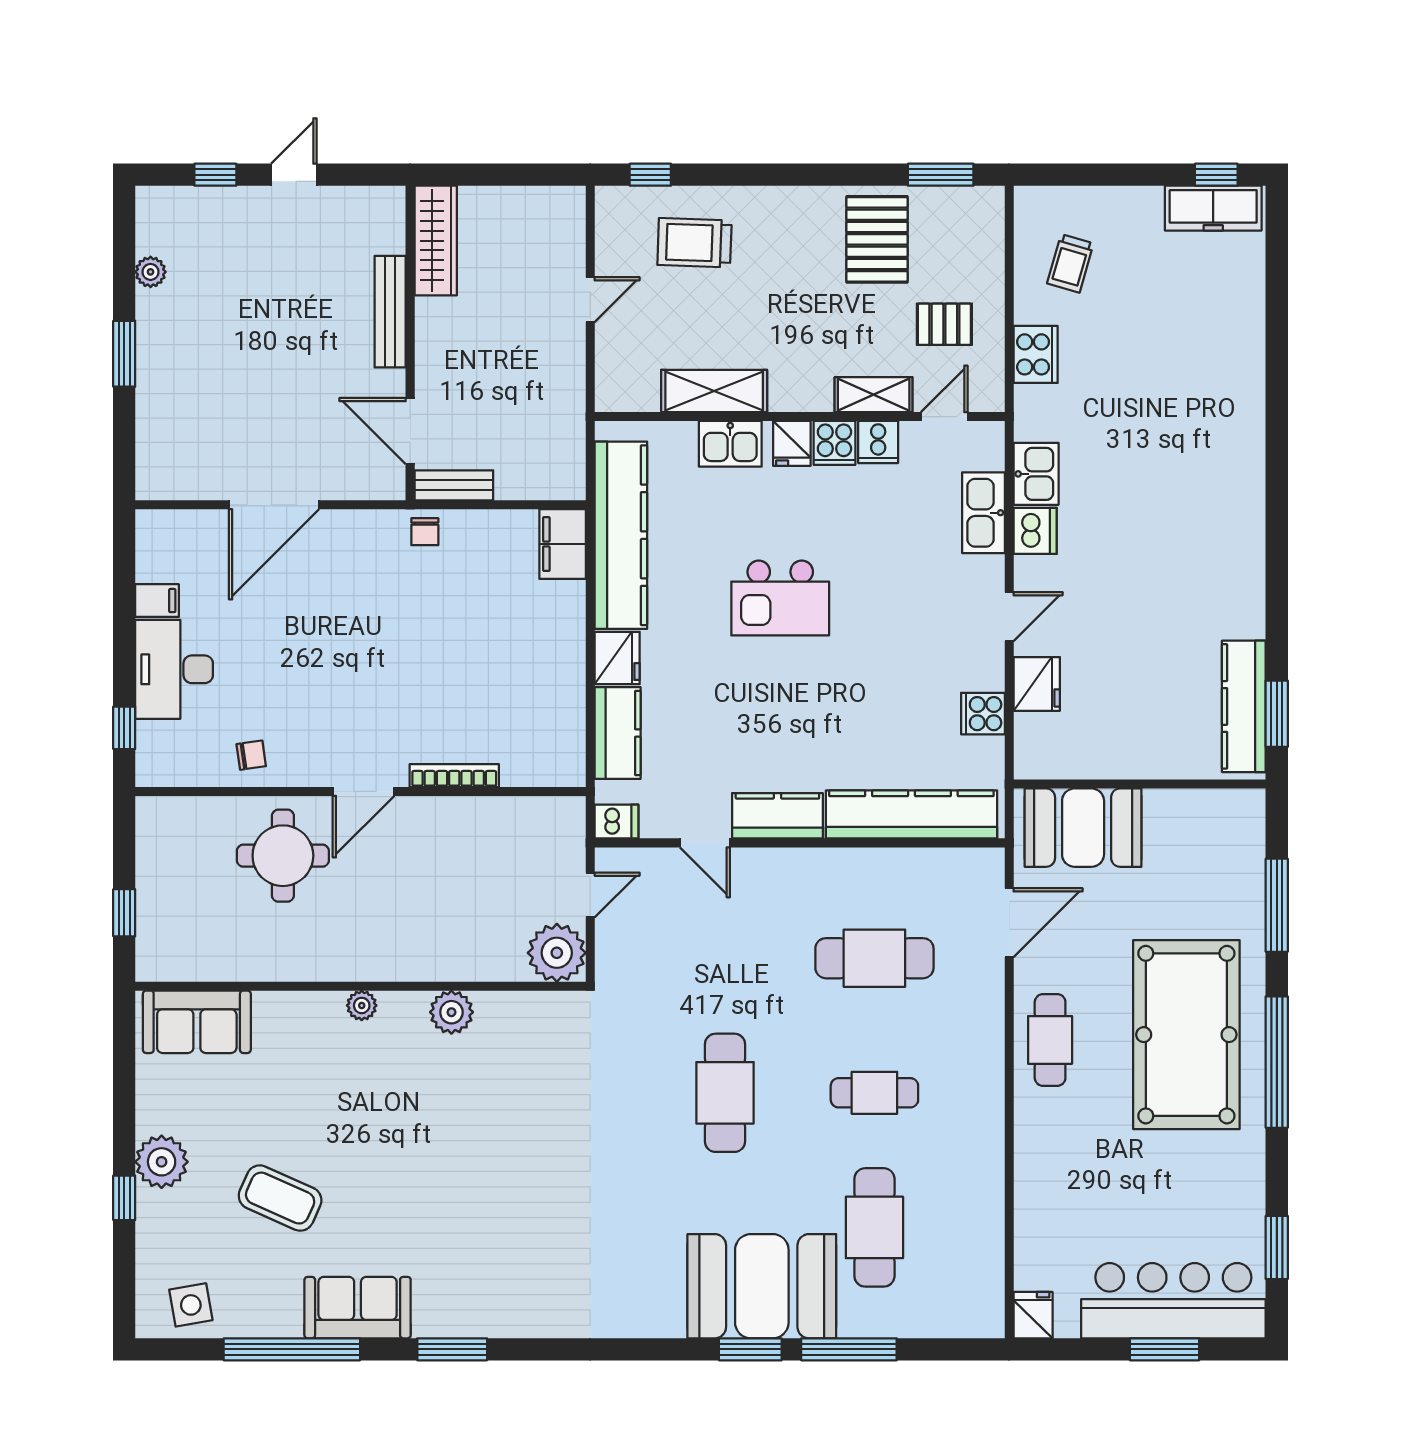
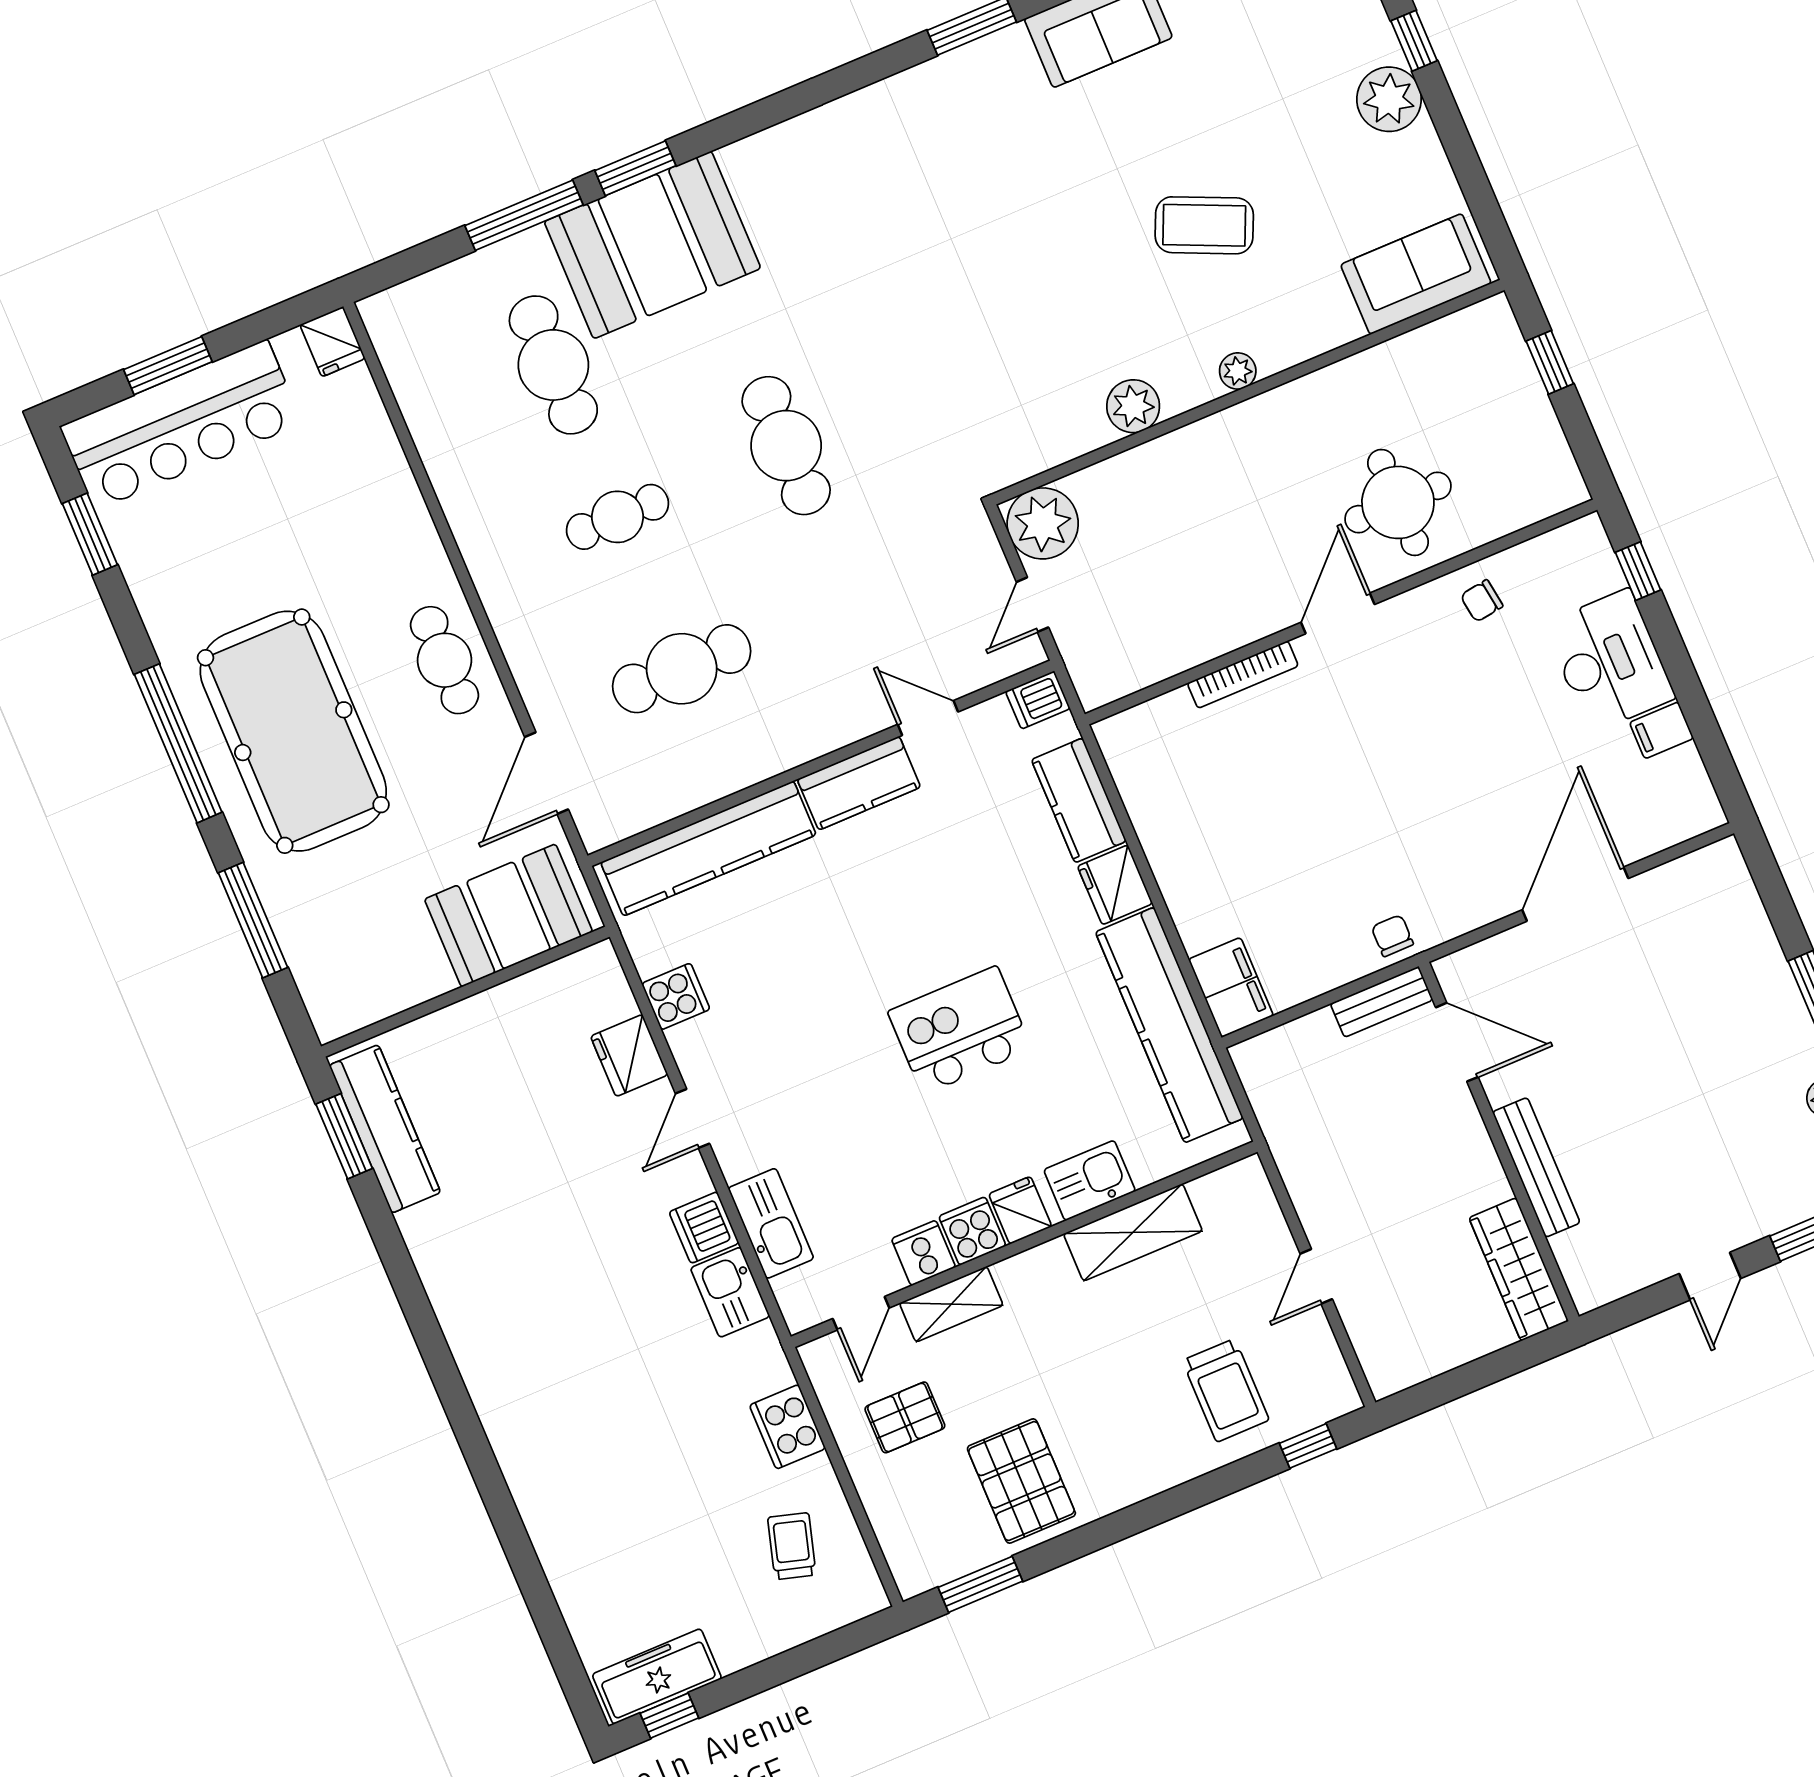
trolley: (695, 243) -> (1226, 1390), turned 88
coffee table: (280, 1198) -> (1204, 225), moved

